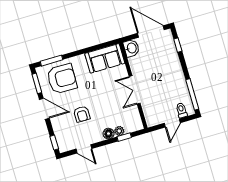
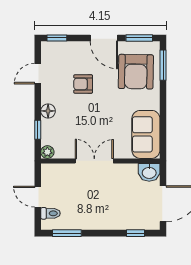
window: (192, 94) -> (67, 233), width x0.69
door: (44, 109) -> (104, 38), hinge flipped
plant: (119, 131) -> (47, 152), moved

